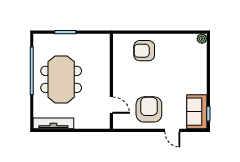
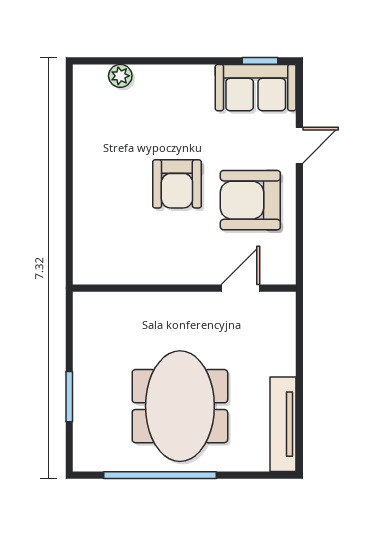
plant: (202, 39) -> (120, 76), moved
armchair: (144, 51) -> (177, 184), moved
meeting table: (61, 79) -> (180, 406), turned 90

